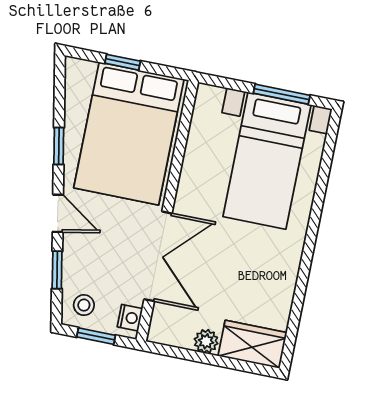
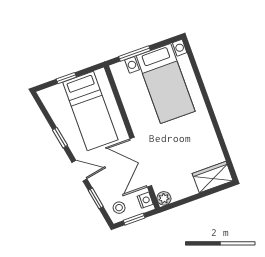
window: (282, 94) -> (134, 54), moved
bed: (129, 134) -> (90, 111), width x0.67
double door: (158, 256) -> (141, 162), swing flipped
plant: (206, 341) -> (164, 198), moved

